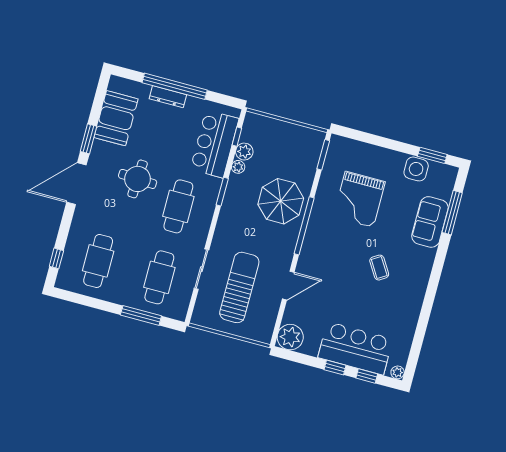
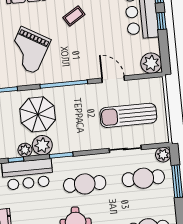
plant: (238, 167) -> (42, 145), width x1.87, depth x1.87
grand piano: (359, 199) -> (28, 50), turned 120
parasol: (281, 201) -> (38, 114), moved
plant: (178, 311) -> (163, 155), added

